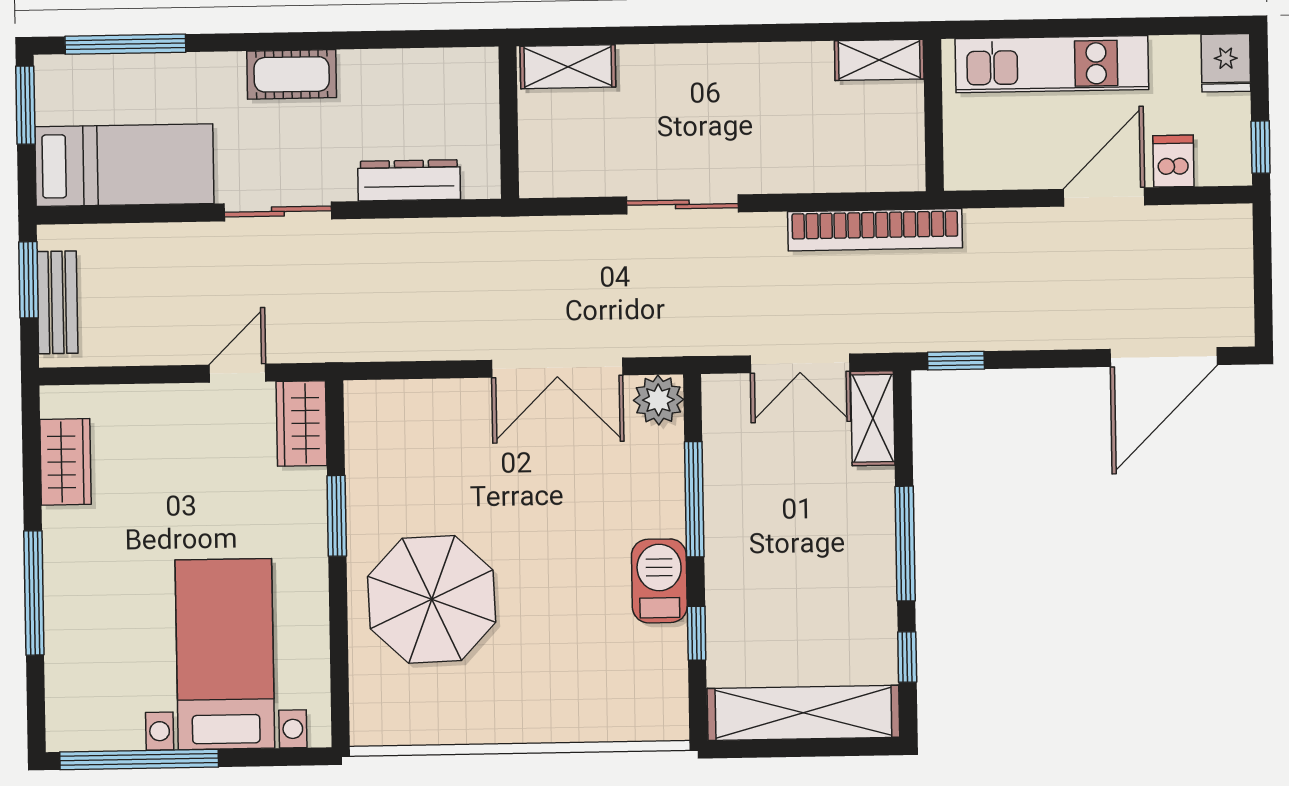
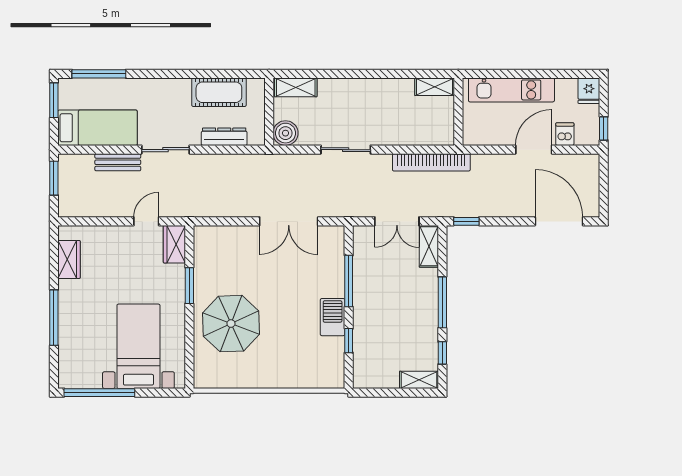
cot: (292, 74) -> (219, 92), moved, width x1.37, depth x1.34
boiler: (547, 170) -> (285, 133), added
bench: (57, 302) -> (118, 162), moved, turned 90
door: (1164, 357) -> (559, 221), swing flipped
plant: (658, 400) -> (334, 236), removed
shelving: (803, 713) -> (419, 380), width x0.45, depth x0.75

